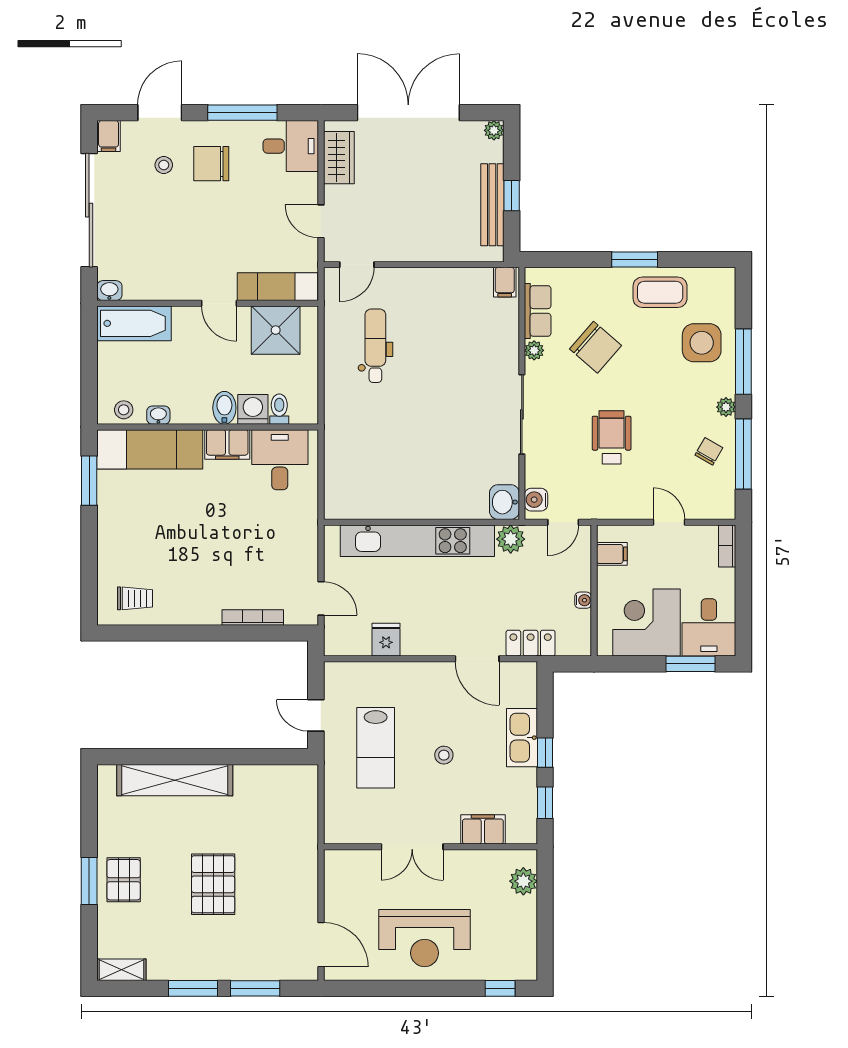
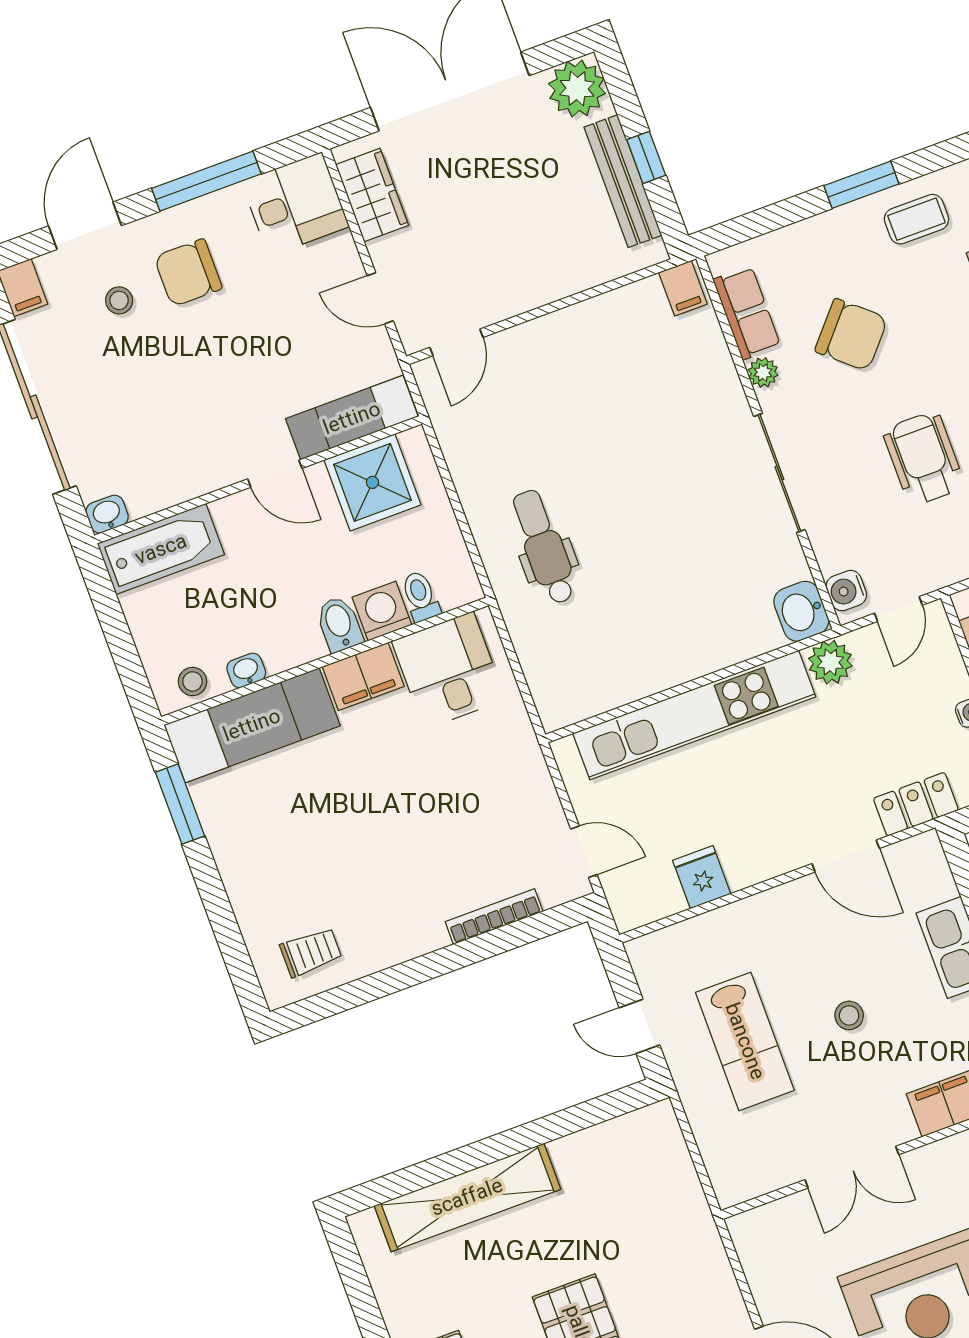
plant: (494, 130) -> (577, 88), width x1.88, depth x1.88
coffee table: (660, 292) -> (916, 219), width x0.73, depth x0.77
dental chair: (375, 346) -> (544, 547), moved

